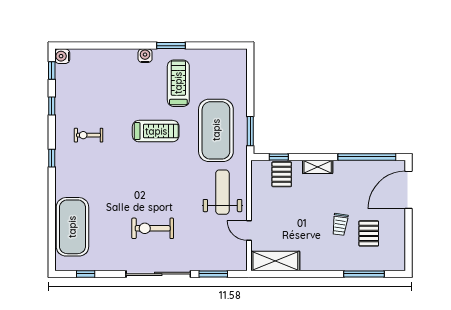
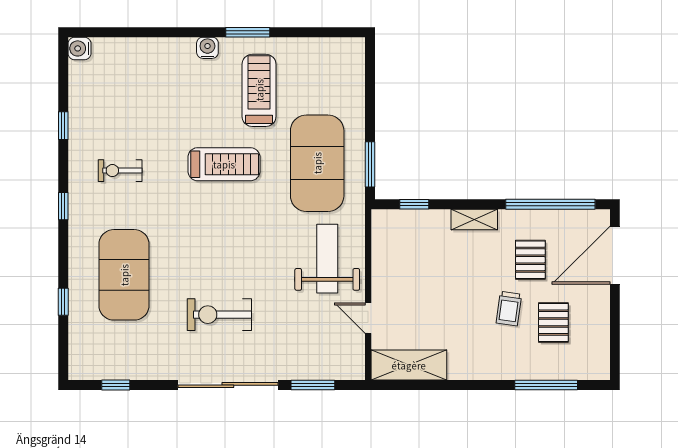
window: (52, 70) -> (63, 302), moved
pallet: (282, 174) -> (530, 260), moved
exercise mat: (72, 227) -> (124, 275), moved

